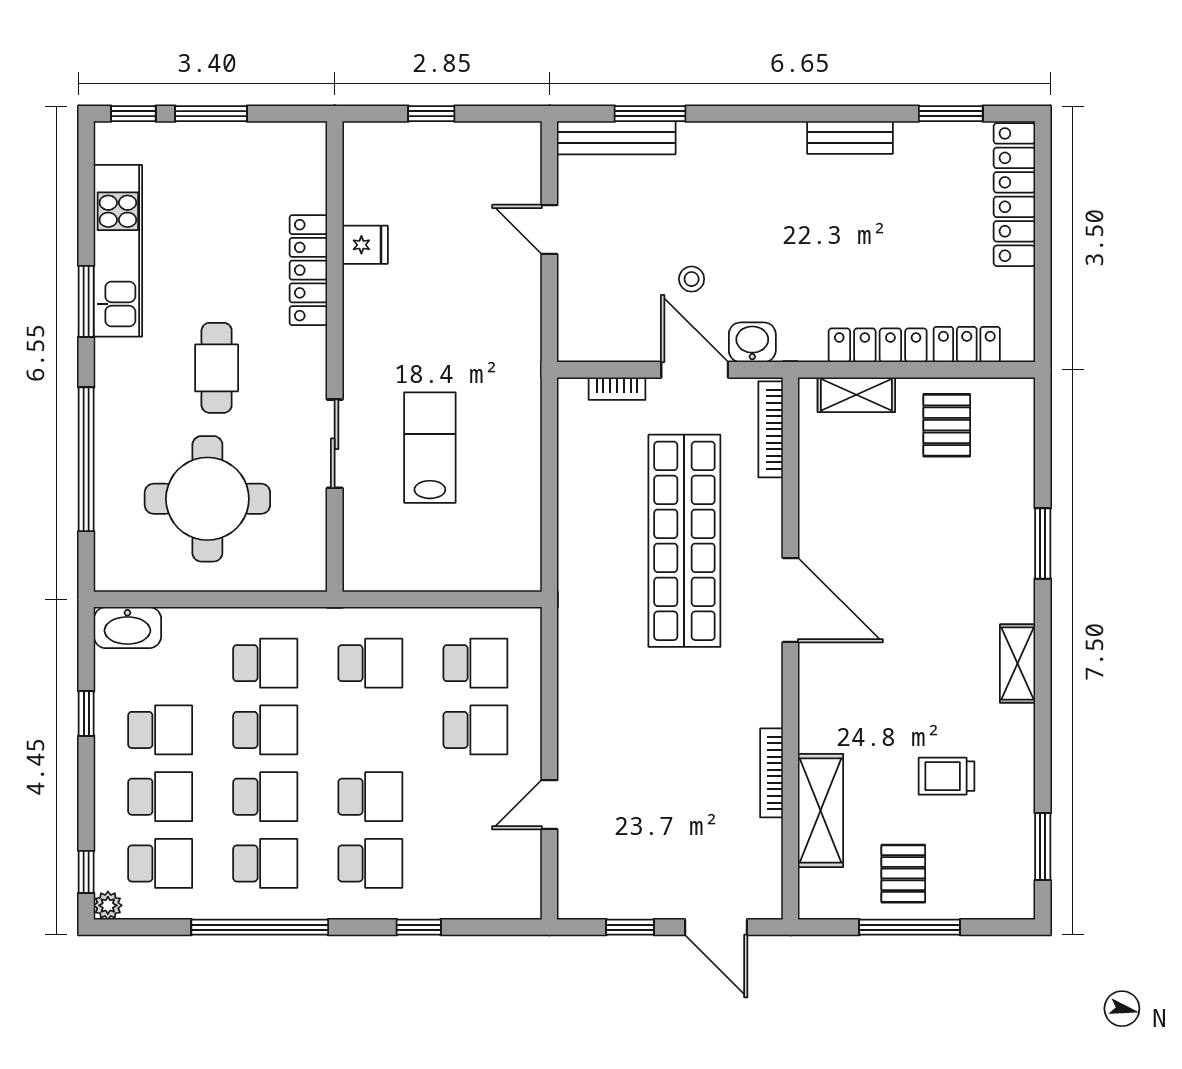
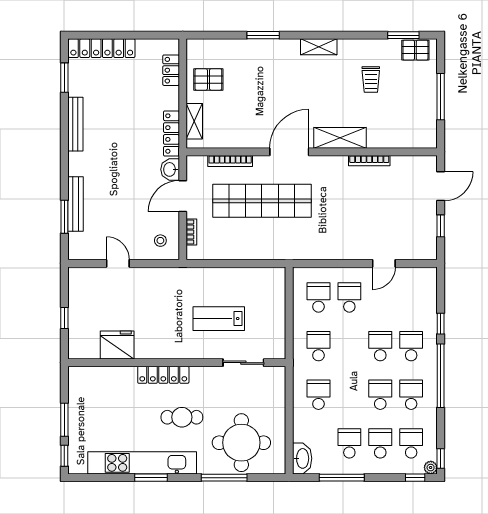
bench: (616, 138) -> (75, 204), moved
bench: (850, 138) -> (75, 124), width x1.36
door: (549, 230) -> (118, 263), swing flipped
fridge: (365, 245) -> (117, 345), width x1.88, depth x1.34
kitchen unit: (118, 251) -> (142, 463), width x1.36
locker: (308, 270) -> (163, 375), moved
stool: (692, 279) -> (160, 241), moved
locker: (878, 345) -> (171, 134), moved
bookcase: (771, 429) -> (230, 161), moved
sliding door: (335, 444) -> (243, 363), moved
window: (86, 459) -> (224, 478), width x0.68
round table: (207, 499) -> (241, 443), moved
window: (86, 713) -> (342, 478), width x2.17
school desk: (265, 730) -> (349, 395), removed
door: (549, 805) -> (384, 263), hinge flipped
shelving: (821, 810) -> (340, 138), moved
pallet: (903, 874) -> (415, 50), moved
window: (127, 927) -> (441, 458), added
window: (260, 927) -> (441, 376), moved

